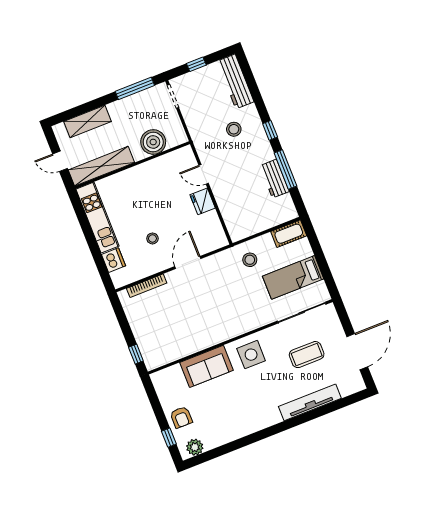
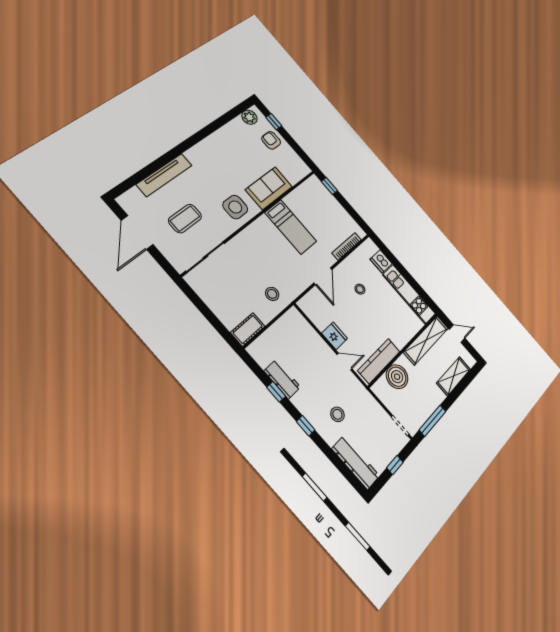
kitchen counter: (166, 163) -> (379, 361), added
window: (285, 169) -> (276, 392), width x0.46
bed: (293, 277) -> (291, 227), moved, turned 90

